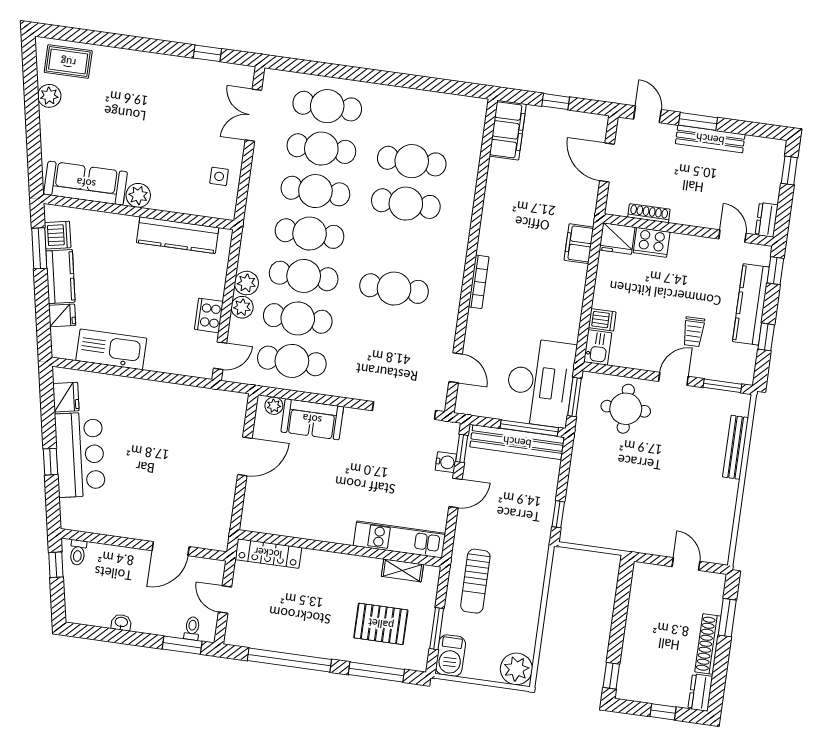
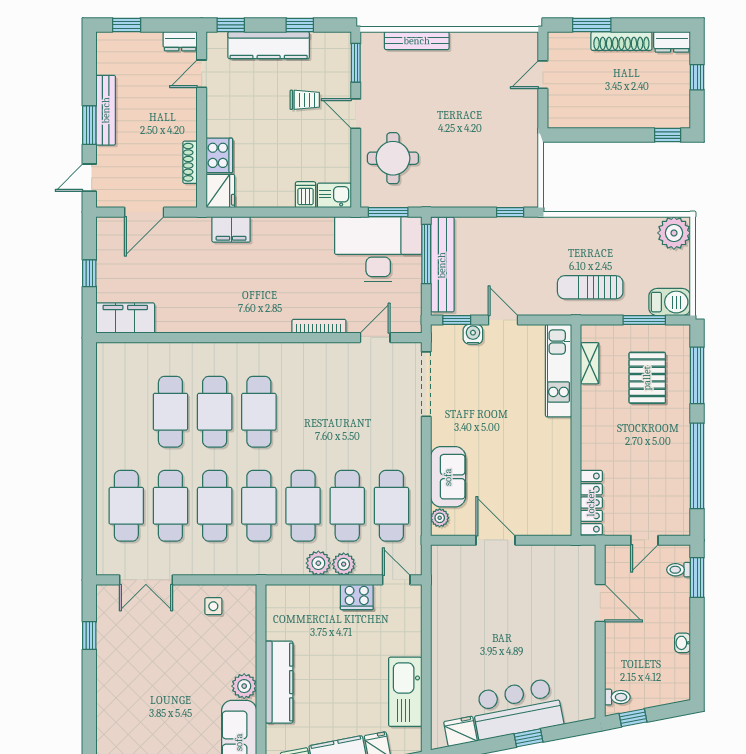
kitchen counter: (178, 235) -> (279, 682), moved
bookcase: (479, 282) -> (319, 326), moved
cafe table: (394, 289) -> (259, 412), moved
sun lounger: (475, 581) -> (590, 287), turned 180

